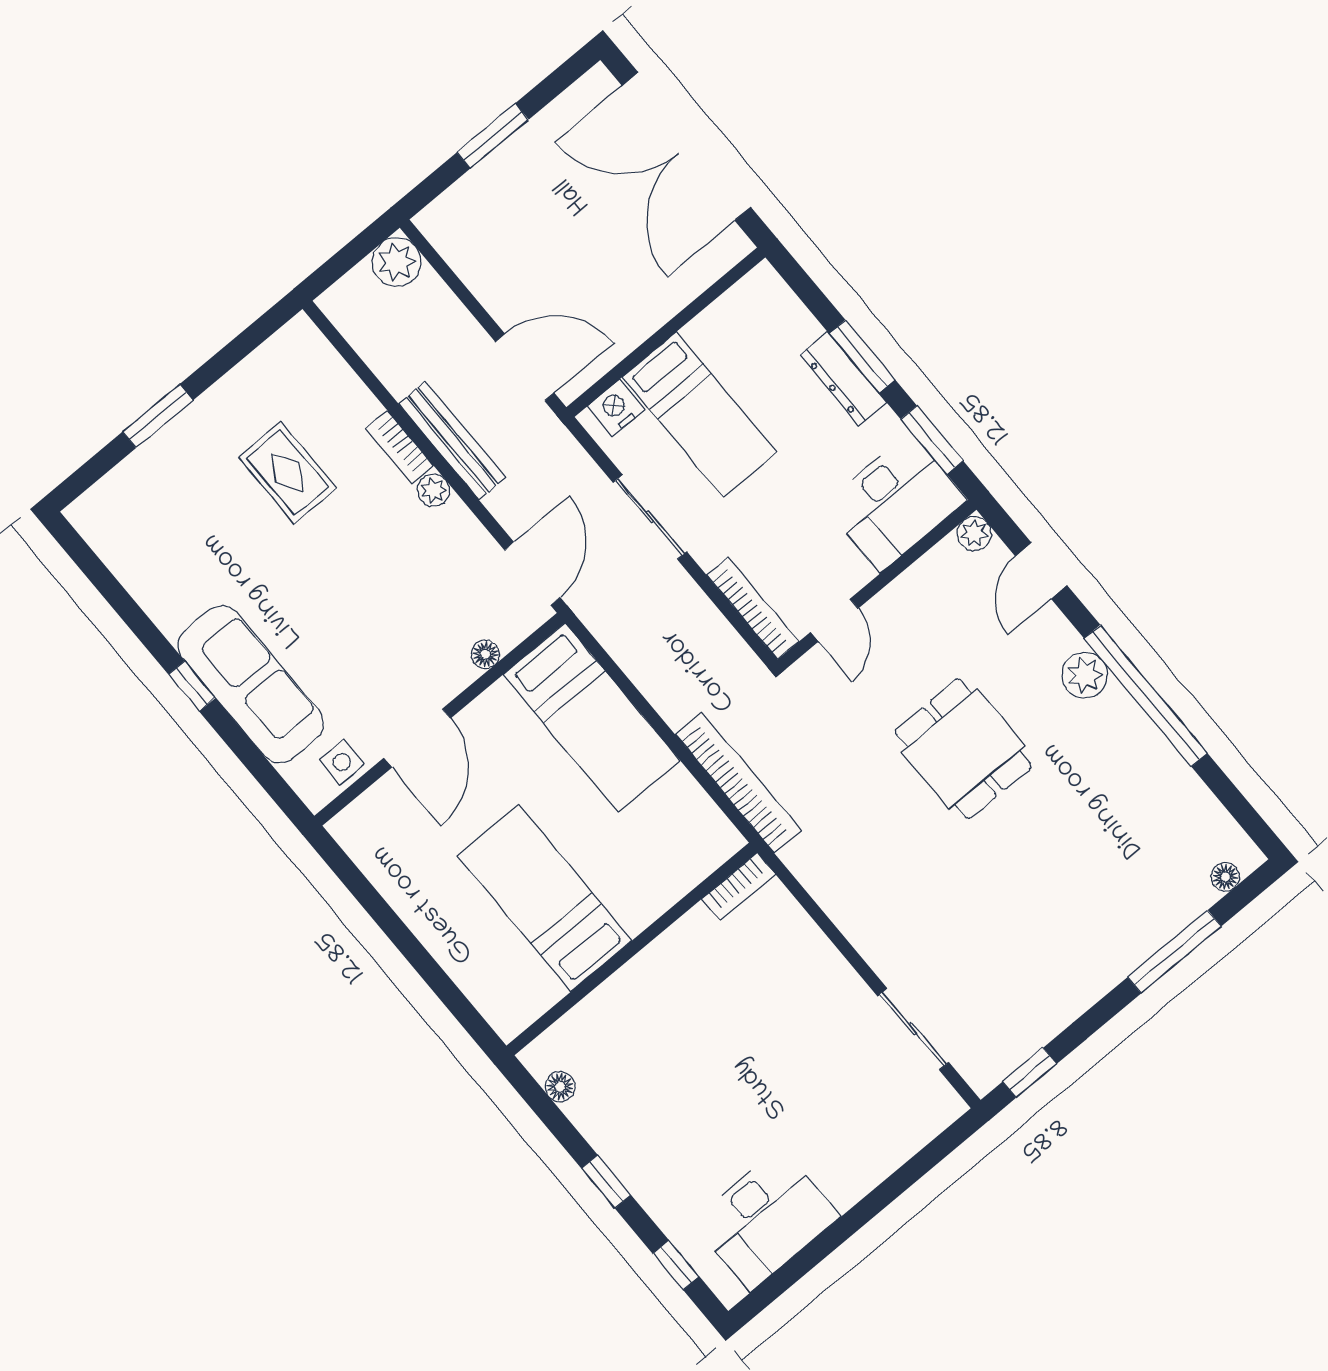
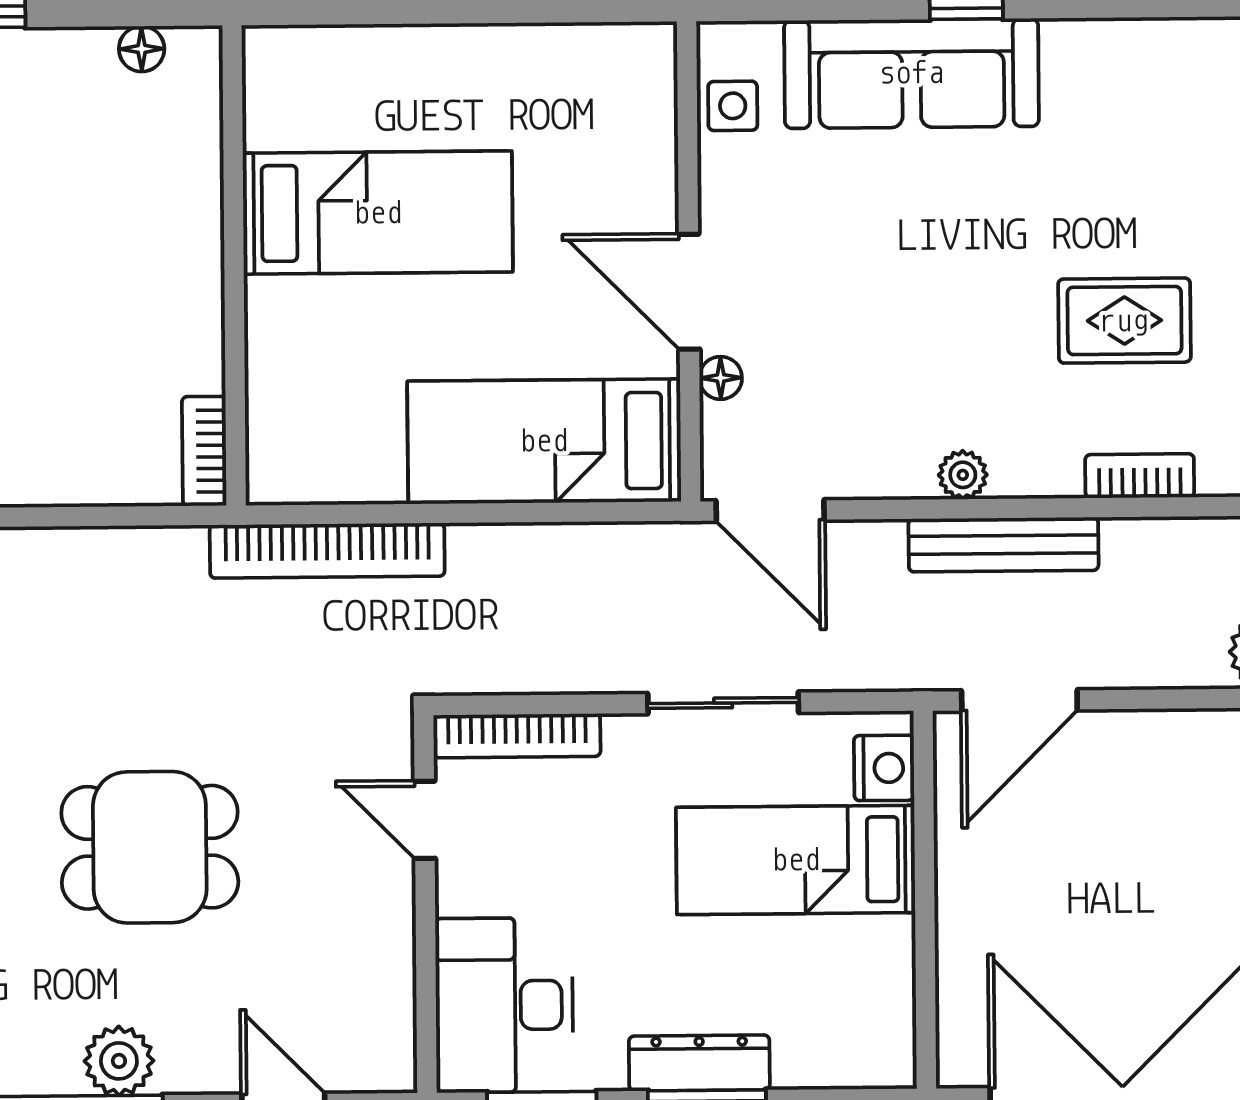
bookcase: (399, 447) -> (1140, 476), moved
plant: (974, 534) -> (391, 1067), removed
door: (417, 738) -> (689, 292), moved

